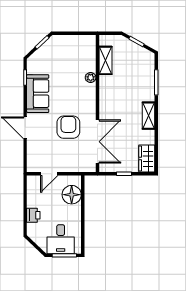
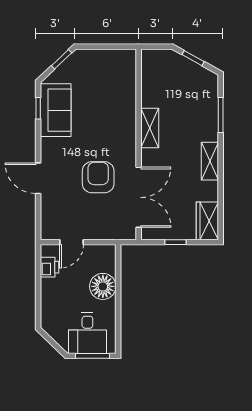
shelving: (105, 60) -> (150, 128), moved
plant: (91, 77) -> (129, 108), removed
sofa: (38, 94) -> (56, 110), moved
floor lamp: (72, 195) -> (103, 286), moved
printer: (33, 215) -> (49, 267), moved

